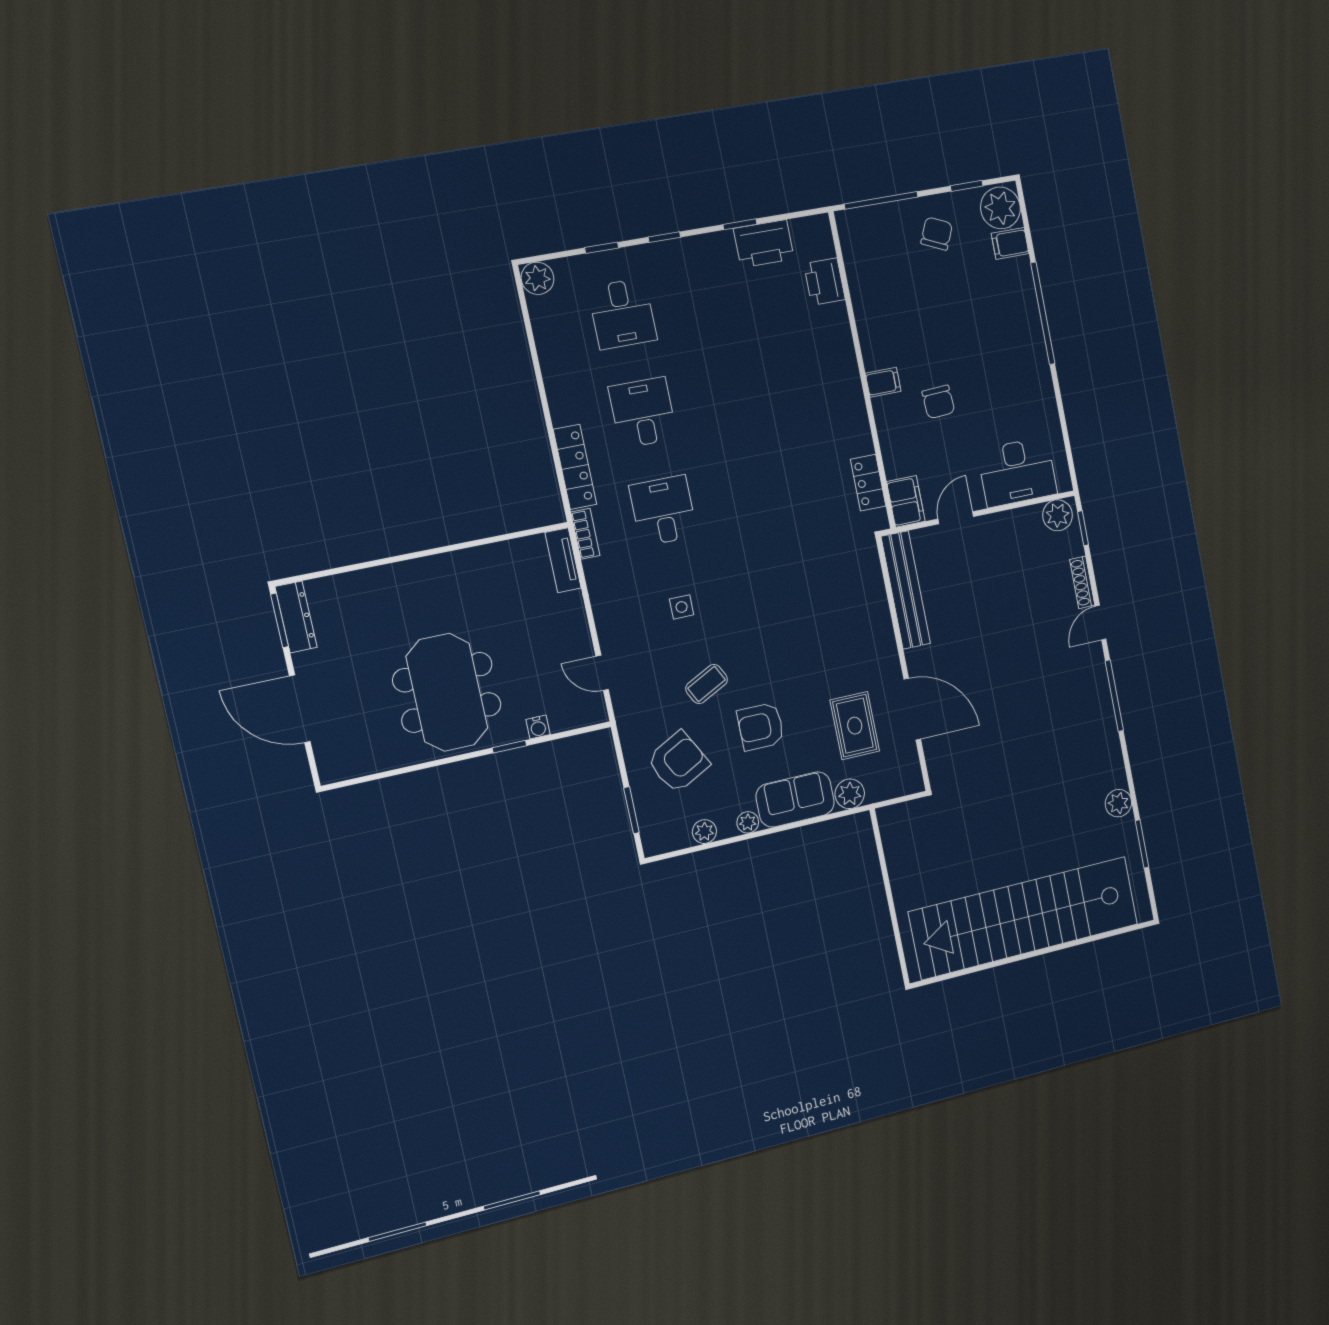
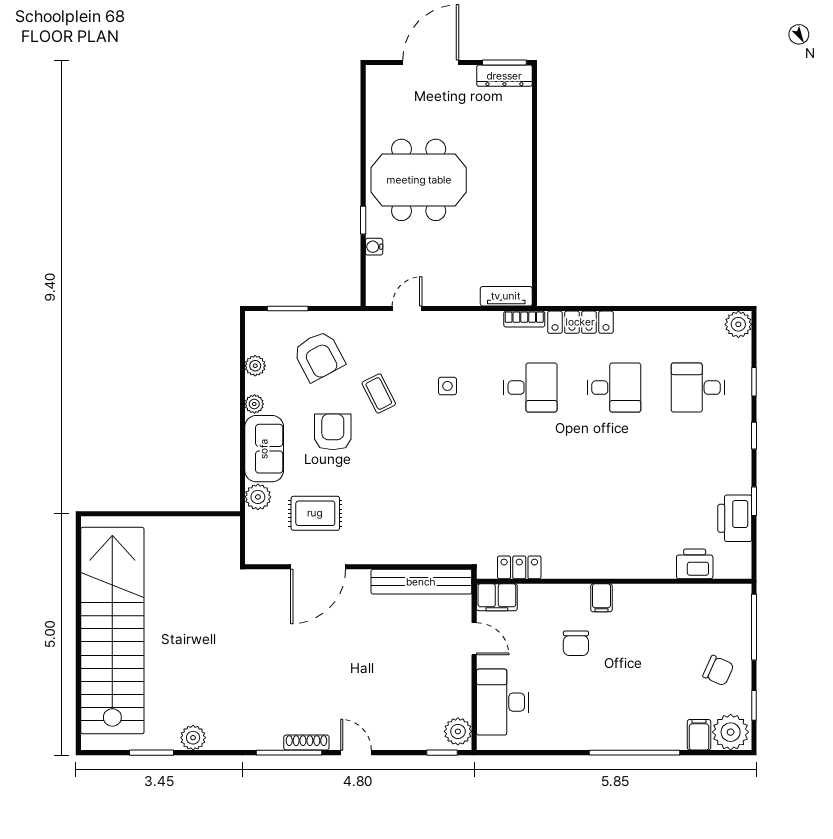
chair: (938, 402) -> (576, 643), turned -87
shoe rack: (1082, 582) -> (306, 743), moved

